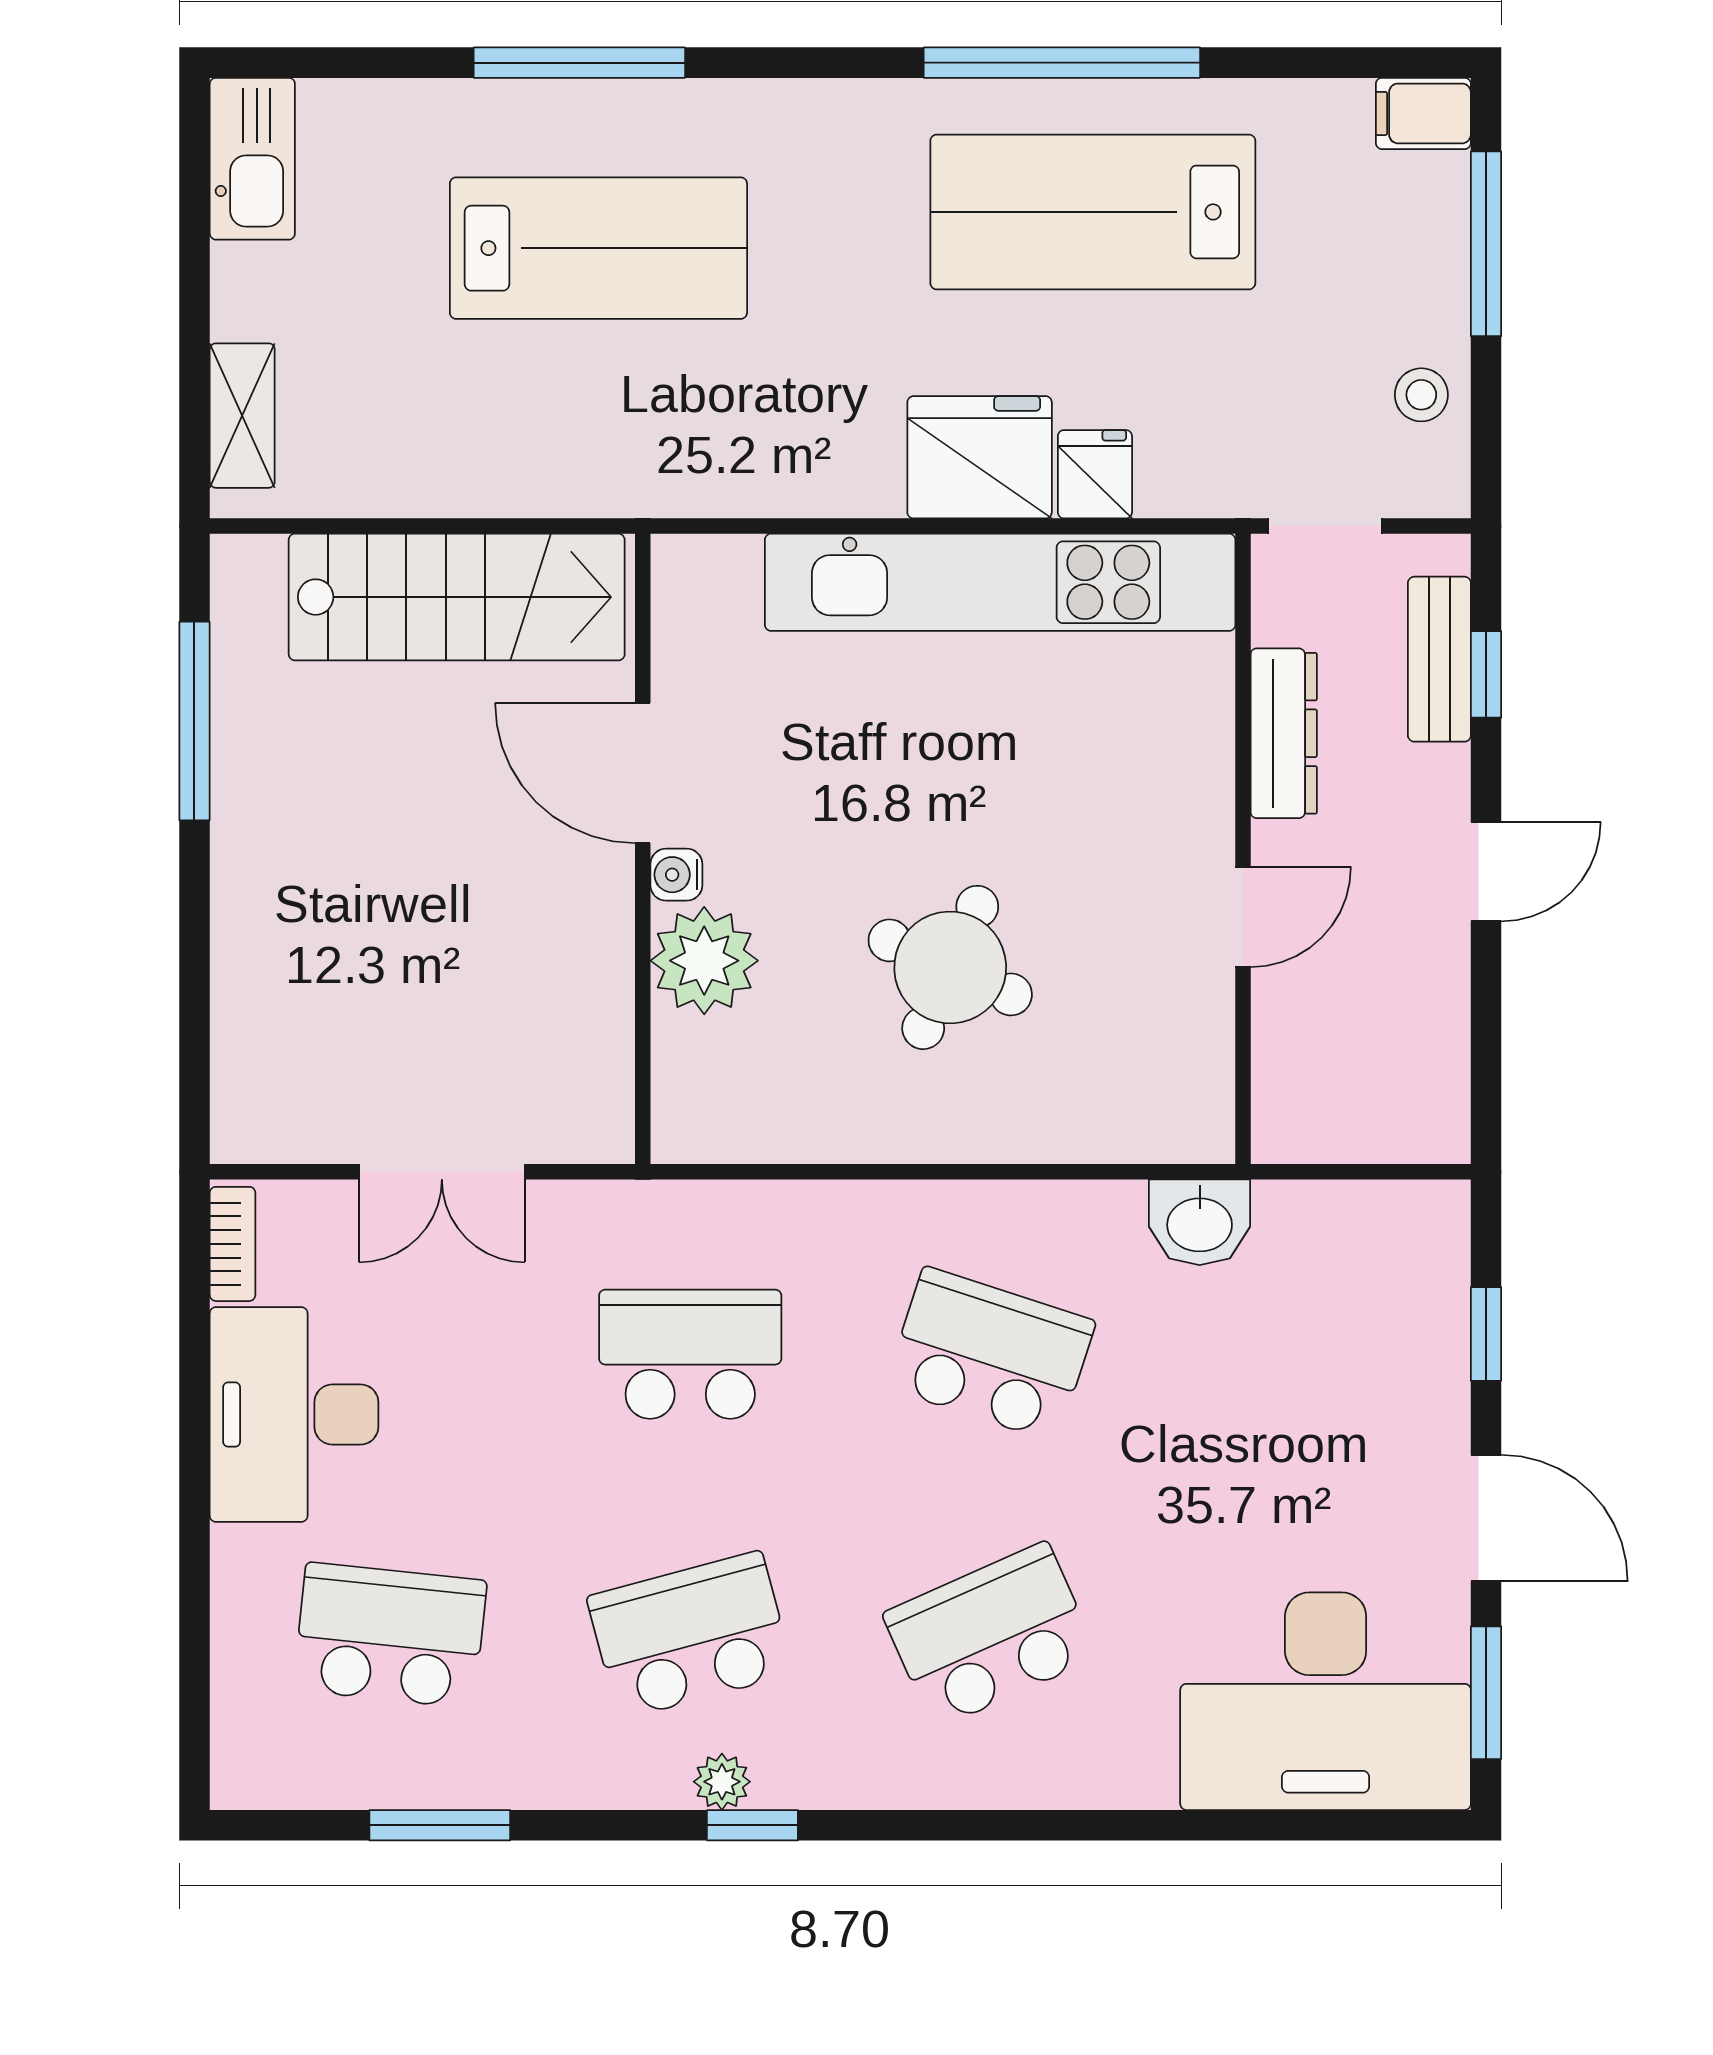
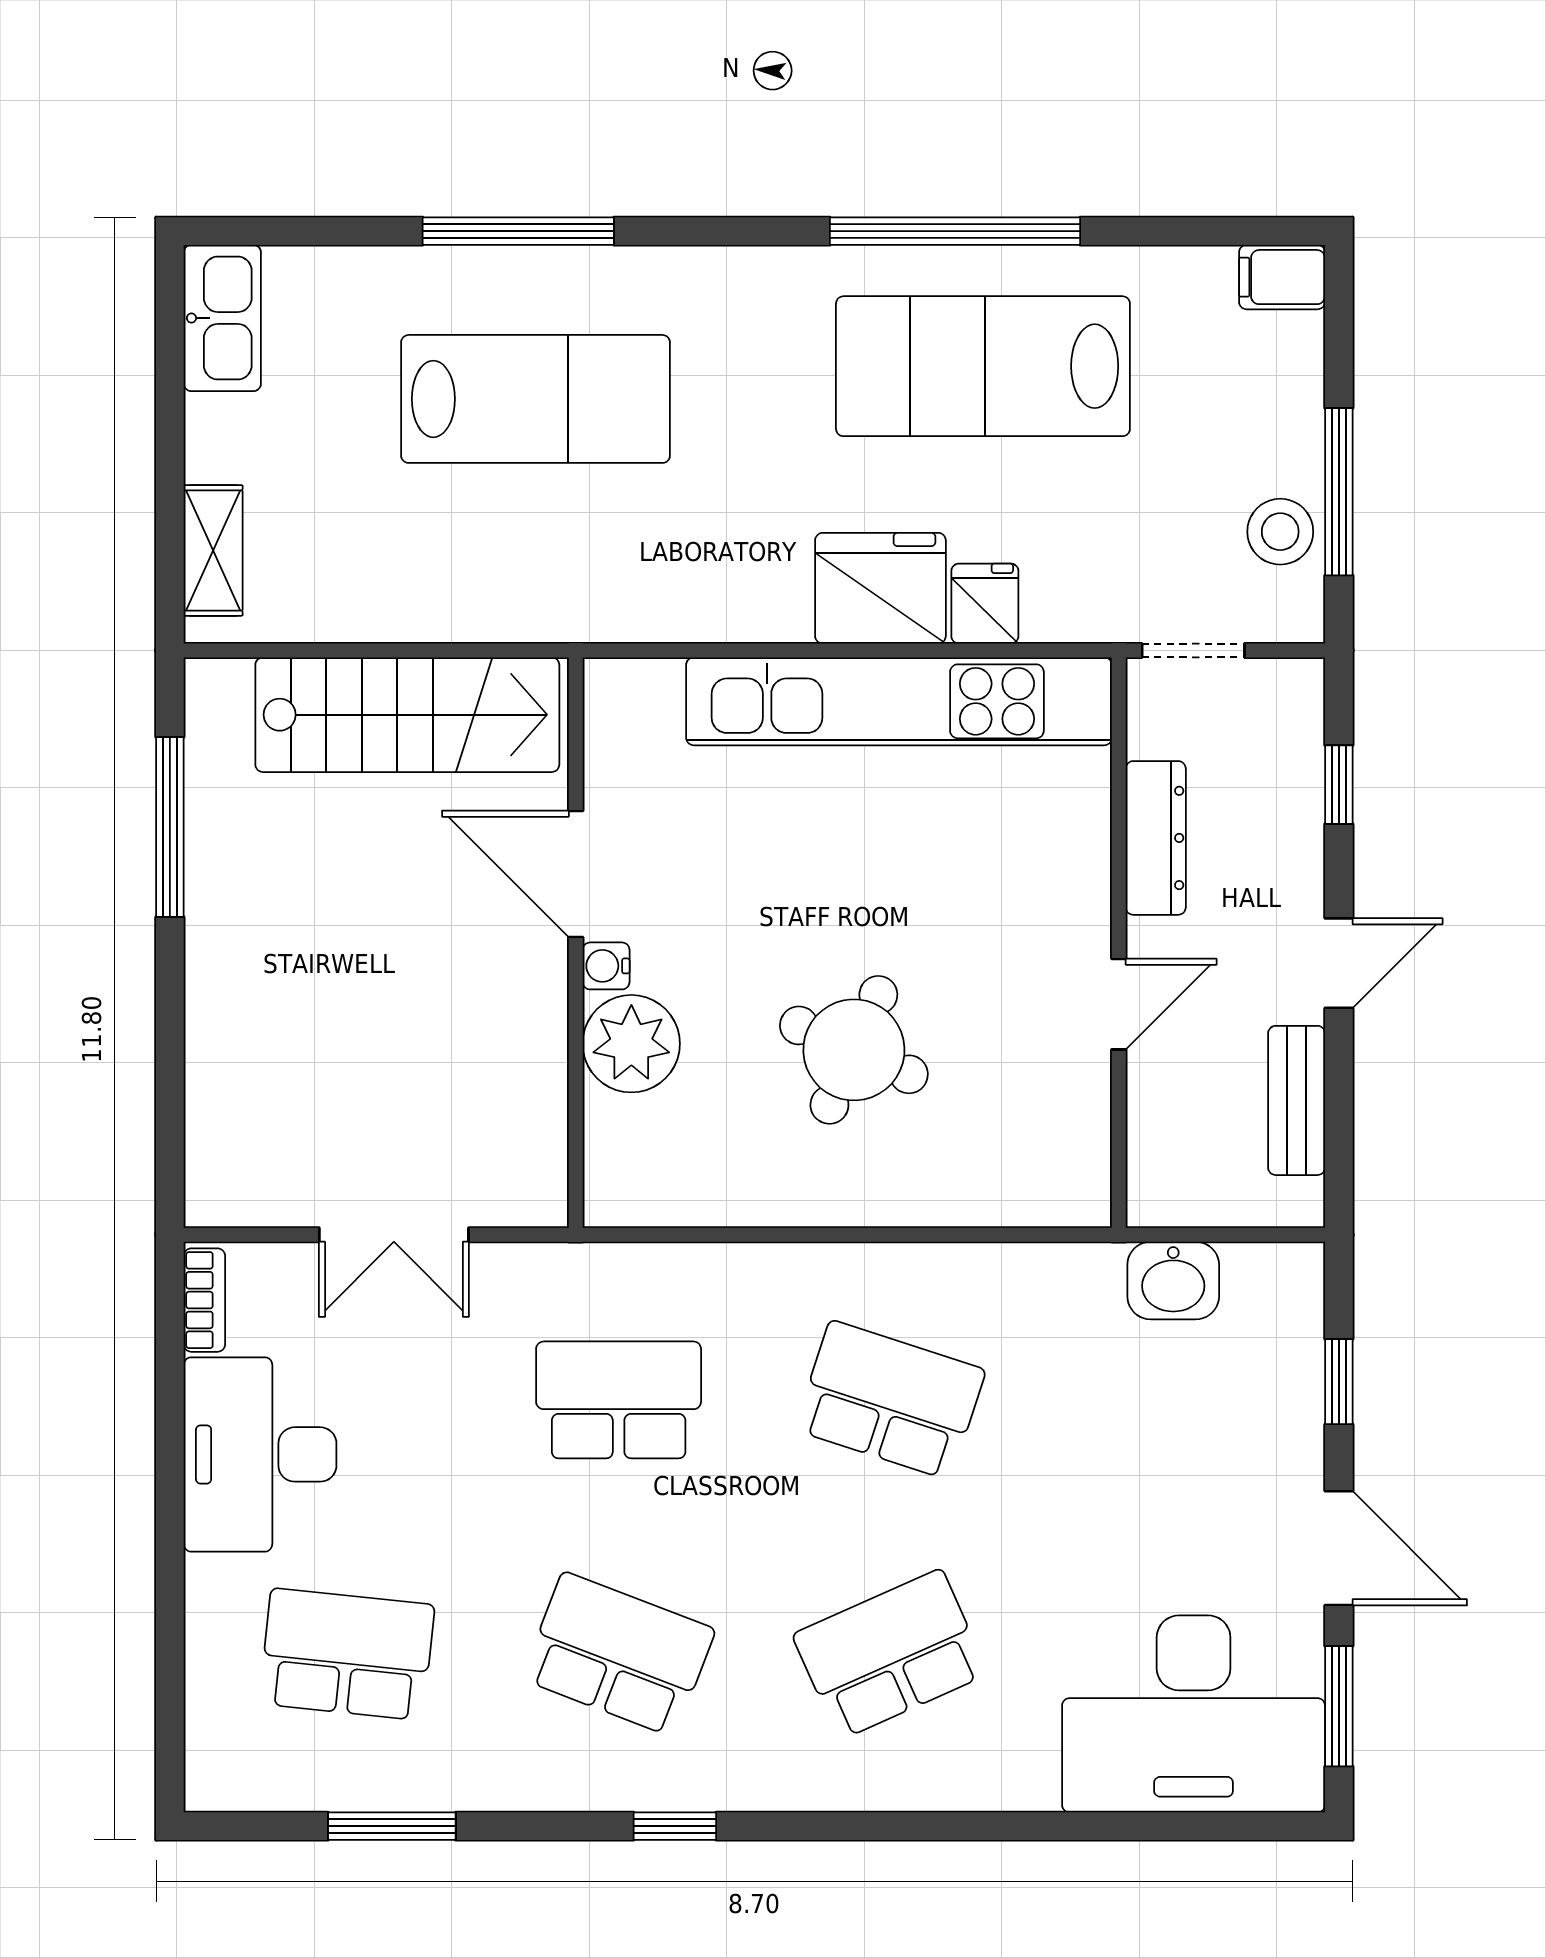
window: (1486, 244) -> (1339, 492), moved
stool: (1421, 395) -> (1280, 532), width x1.37, depth x1.37
bench: (1439, 659) -> (1297, 1100), moved
washbasin: (1200, 1222) -> (1173, 1281), moved
school desk: (690, 1635) -> (619, 1654), turned 36
plant: (722, 1782) -> (647, 1787), removed

